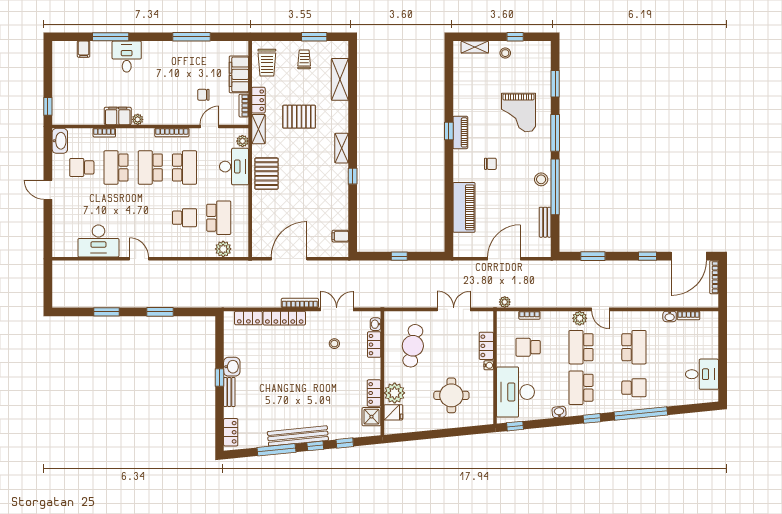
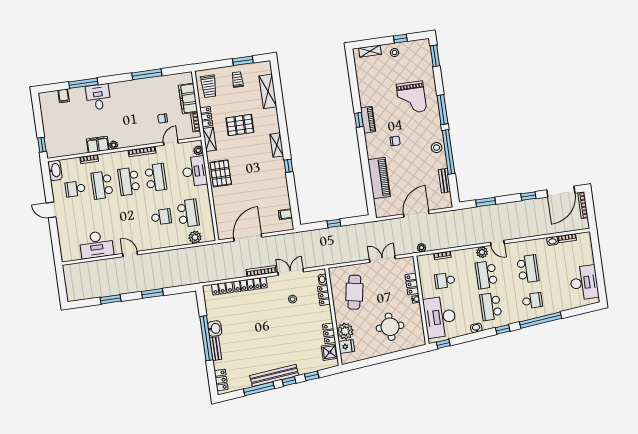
window: (555, 84) -> (435, 56), moved
desk: (702, 374) -> (584, 283), width x1.37
window: (219, 377) -> (206, 338), width x3.17

